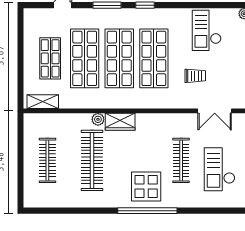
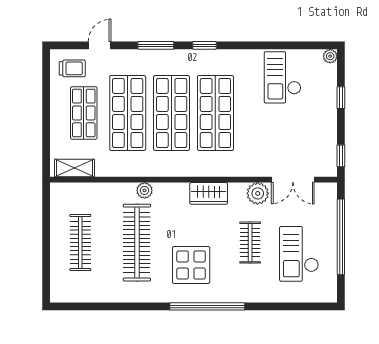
trolley: (195, 76) -> (72, 68), moved
wardrobe: (120, 122) -> (209, 193), moved
plant: (187, 122) -> (258, 193), added
clothes rail: (181, 160) -> (250, 243), width x0.73
display table: (146, 187) -> (191, 265), moved

